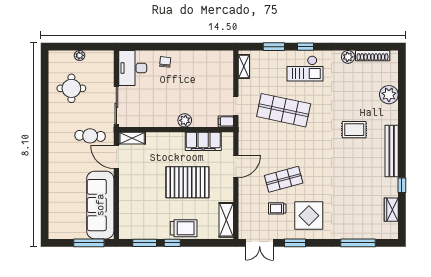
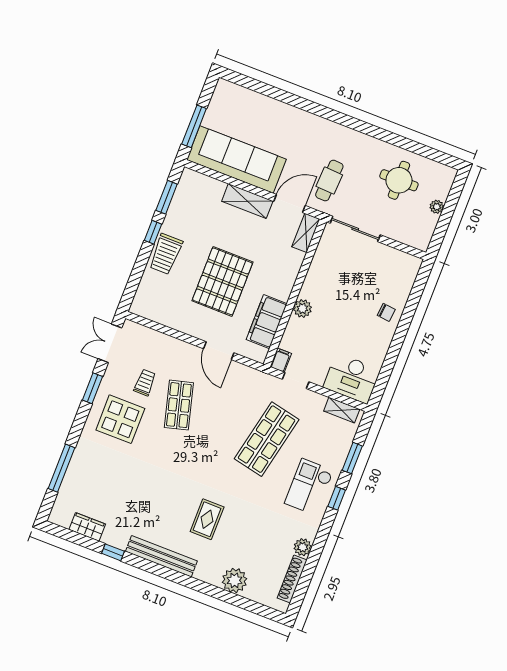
desk: (133, 68) -> (352, 378), moved, turned 180
shelving: (226, 220) -> (247, 201), moved

